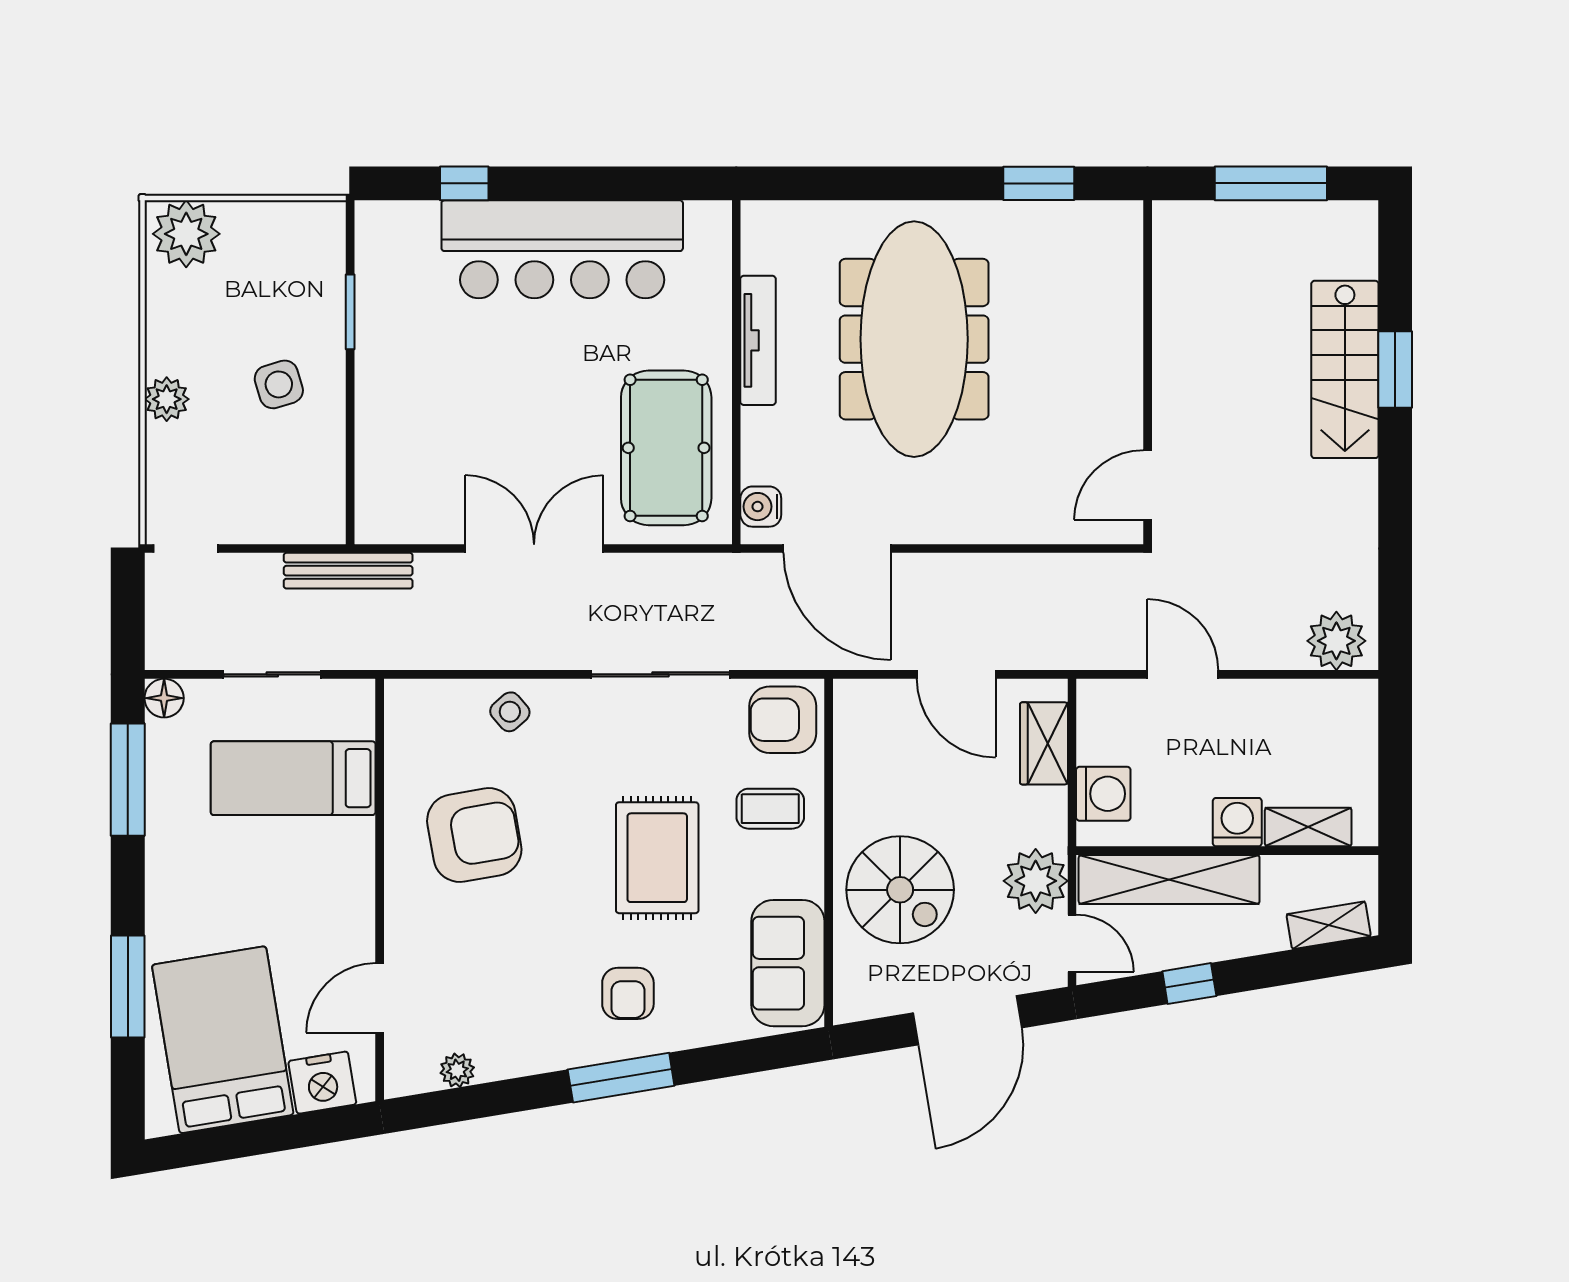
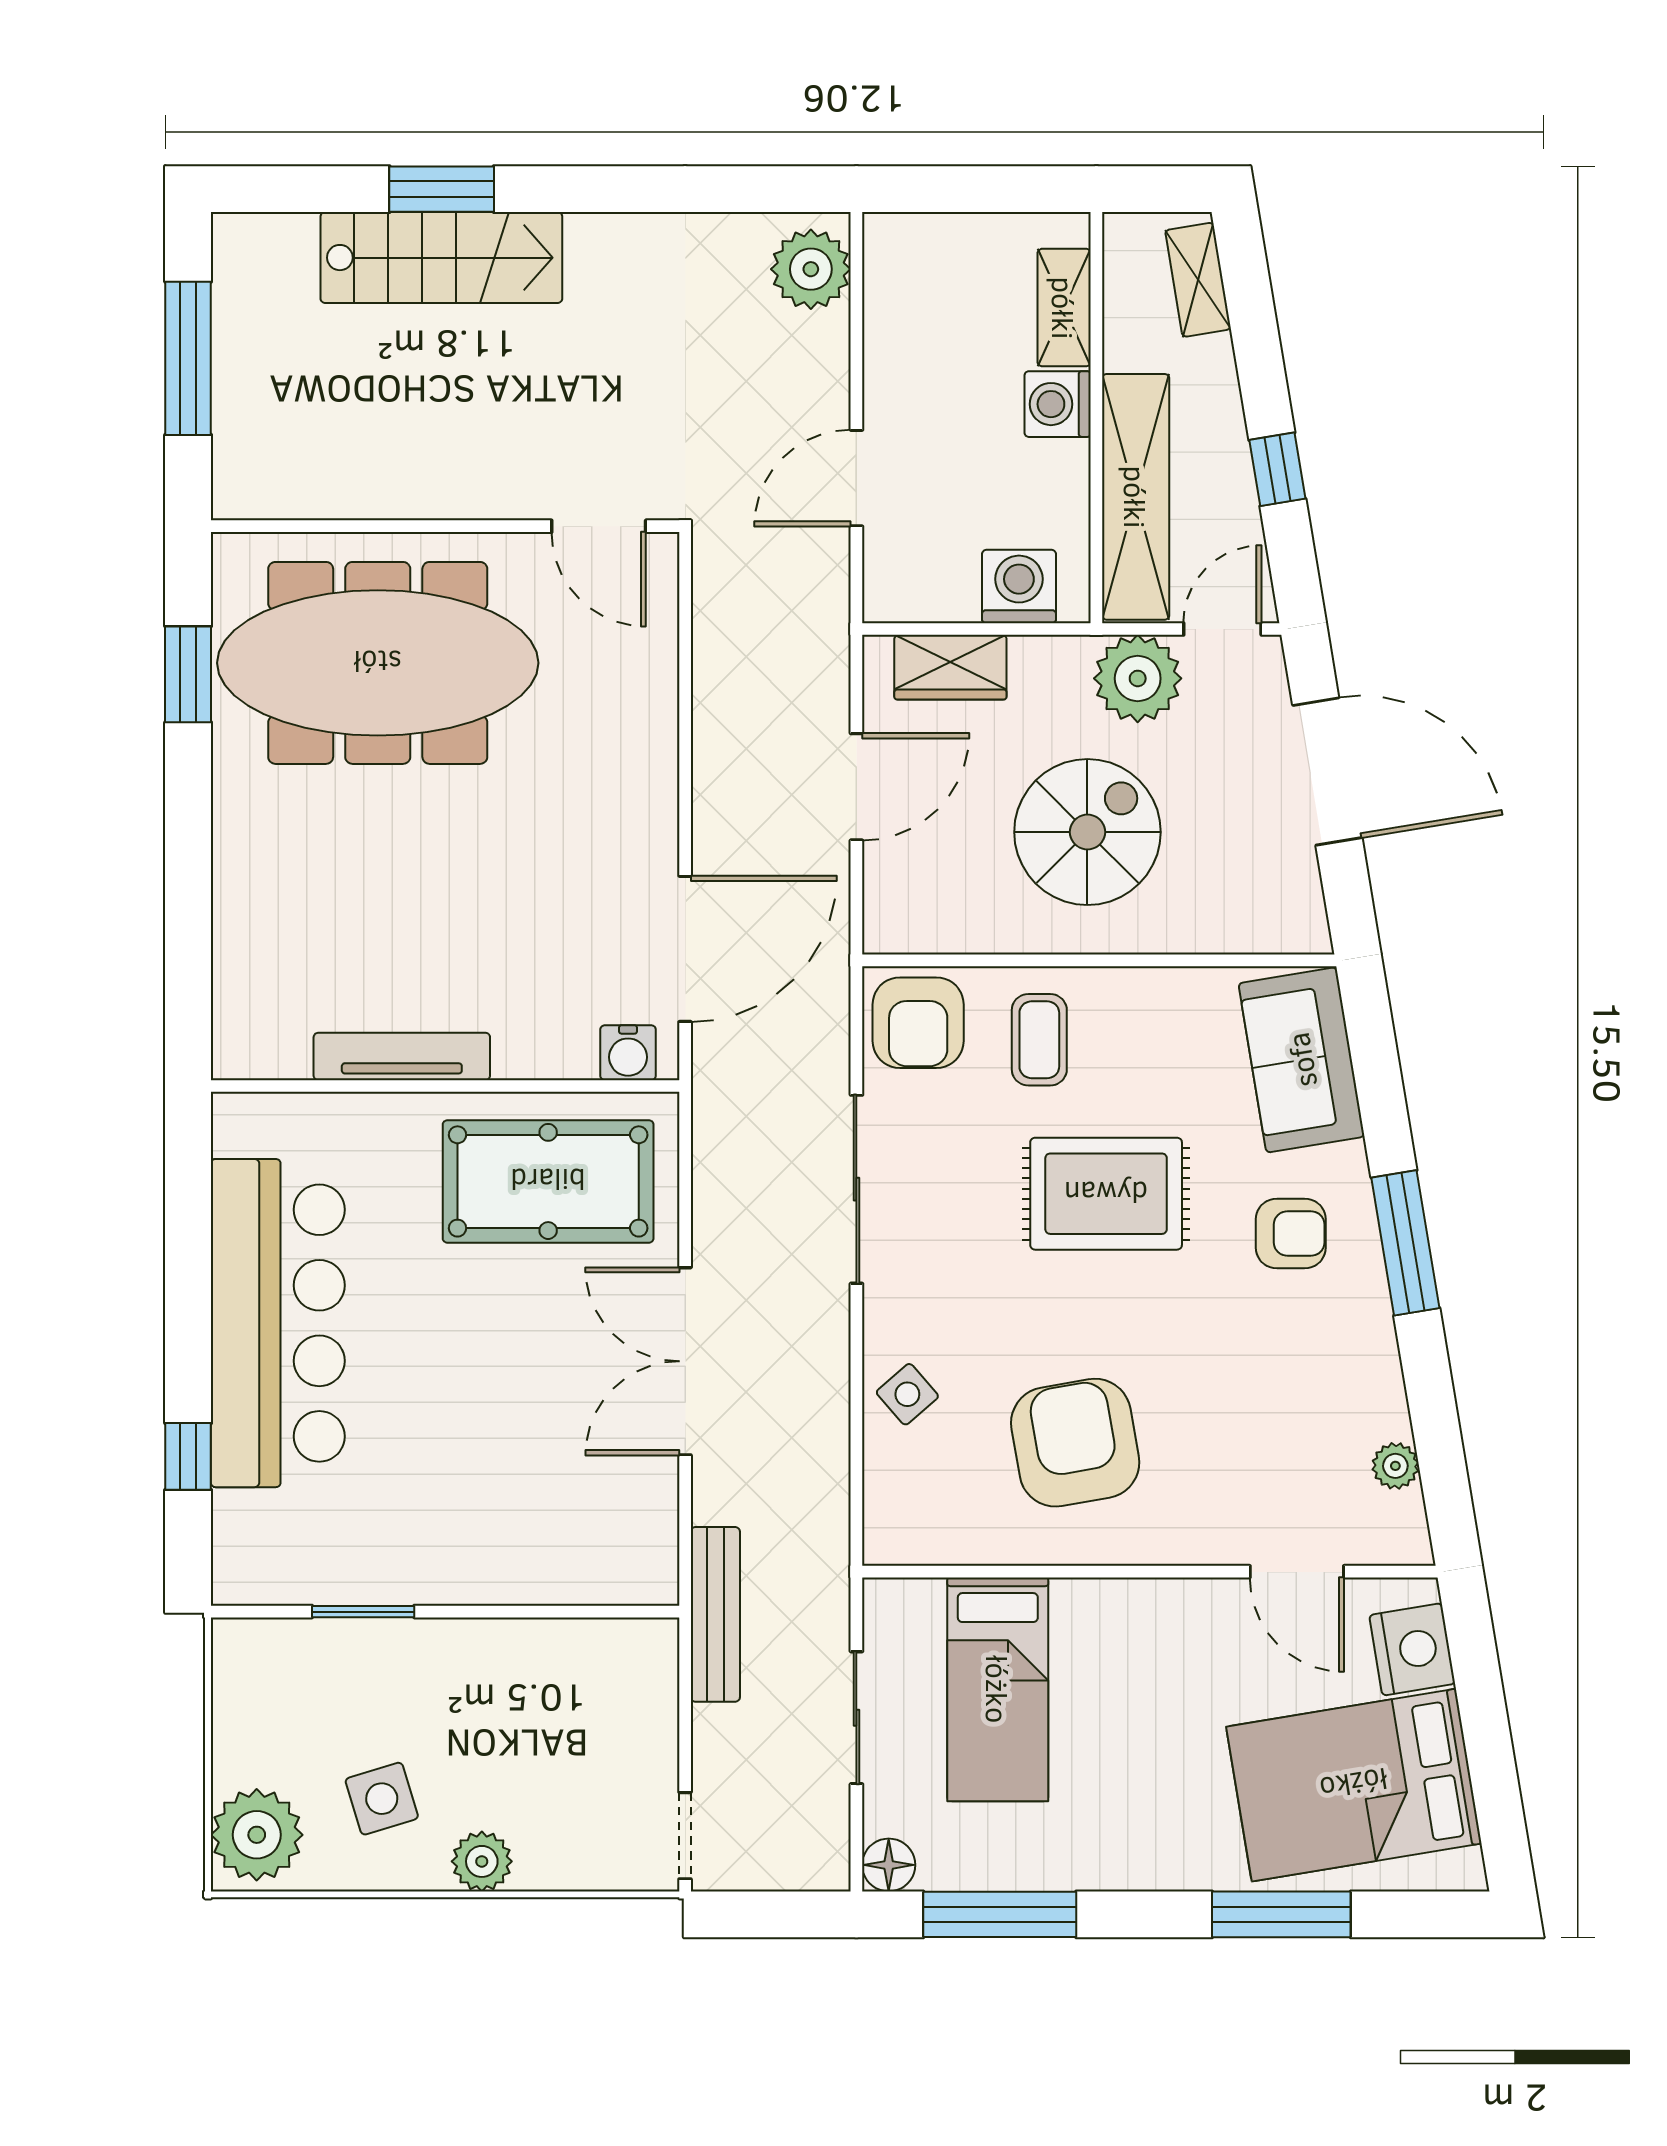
meeting table: (914, 339) -> (378, 663), moved
side table: (279, 384) -> (382, 1799), moved
spiral stairs: (900, 890) -> (1087, 832), moved
sofa: (788, 963) -> (1301, 1060), moved, turned 81

